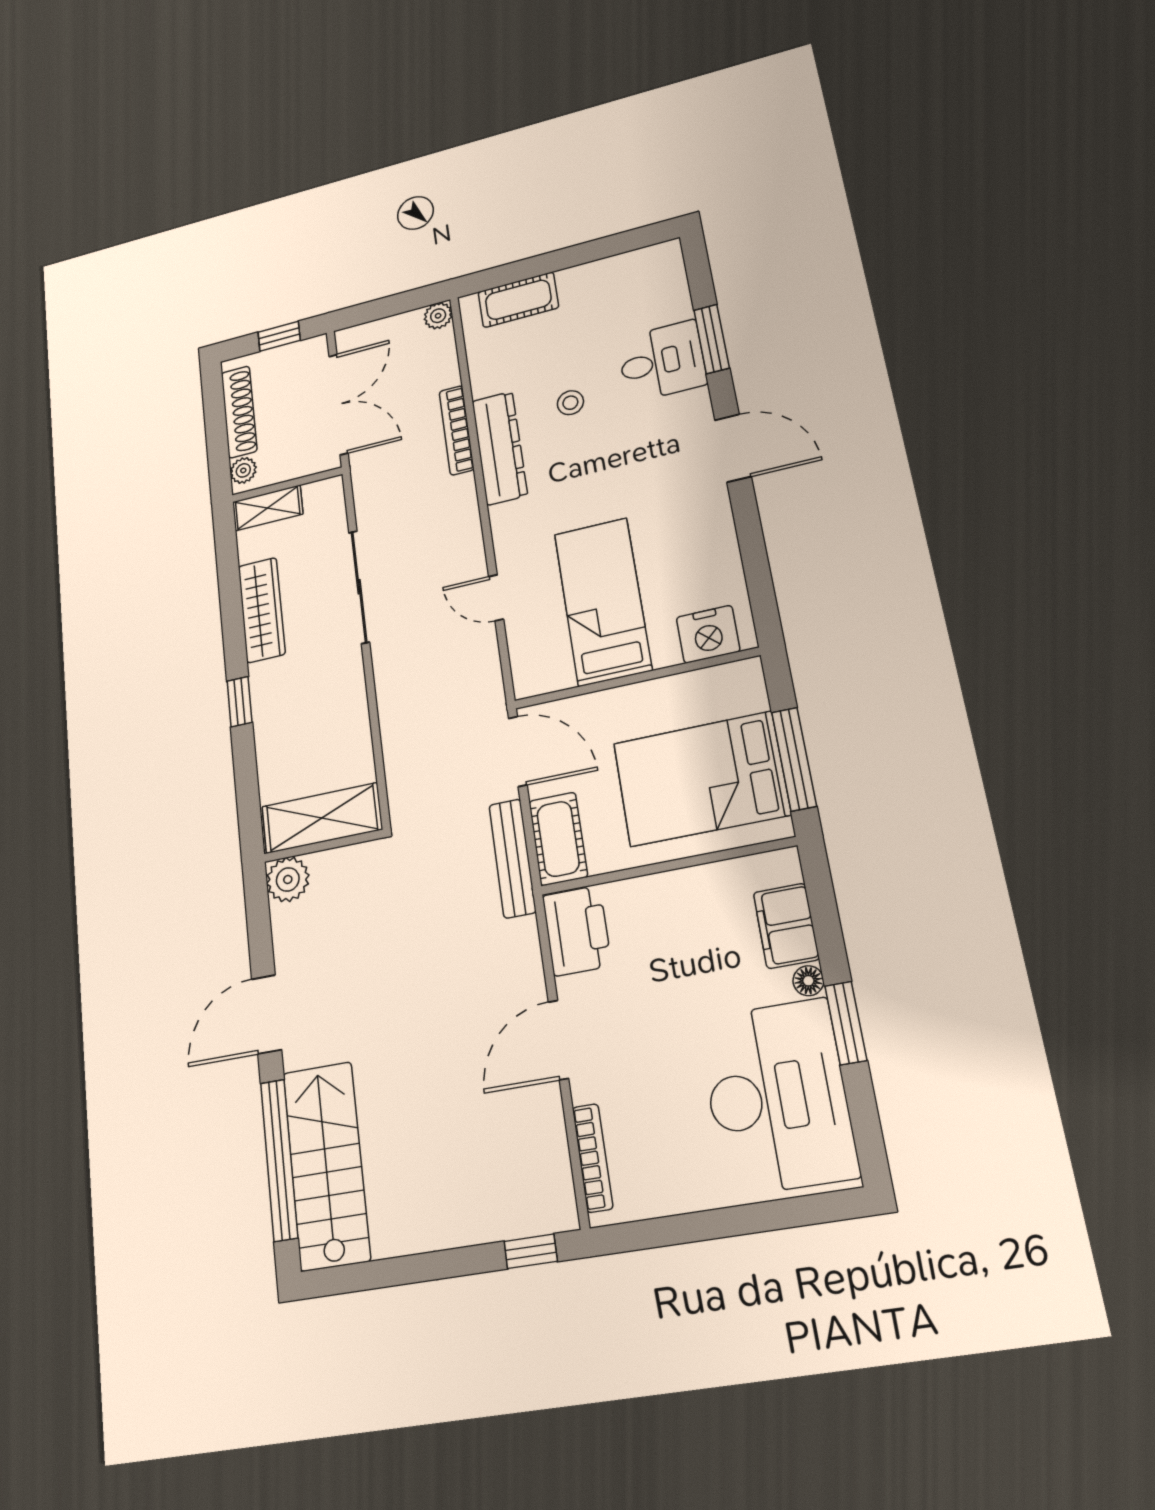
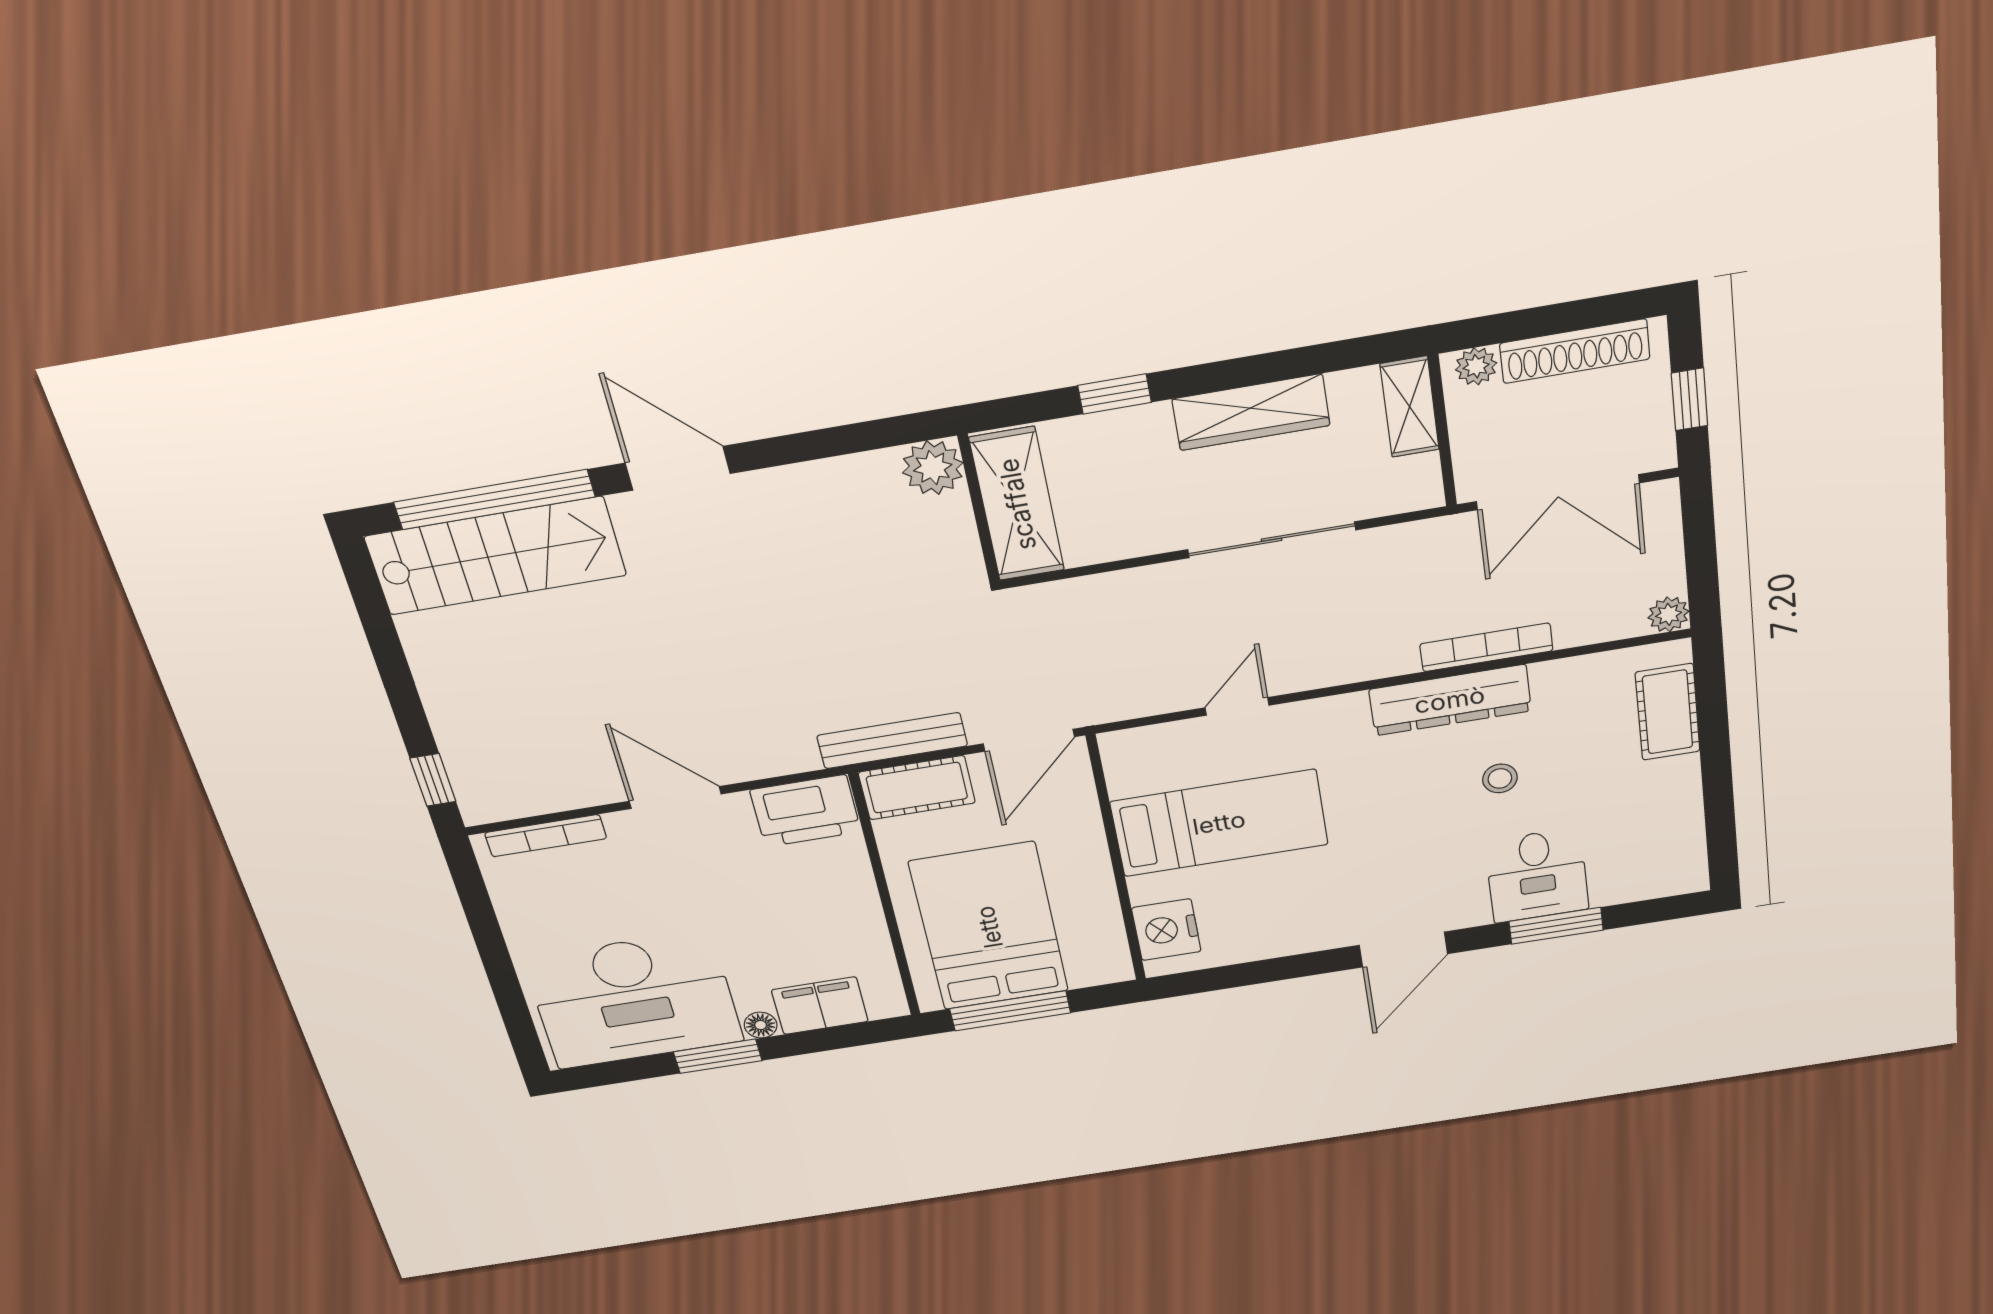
shelving: (322, 818) -> (1017, 504), moved
wall: (323, 846) -> (979, 509), moved
plant: (288, 879) -> (933, 468), moved

